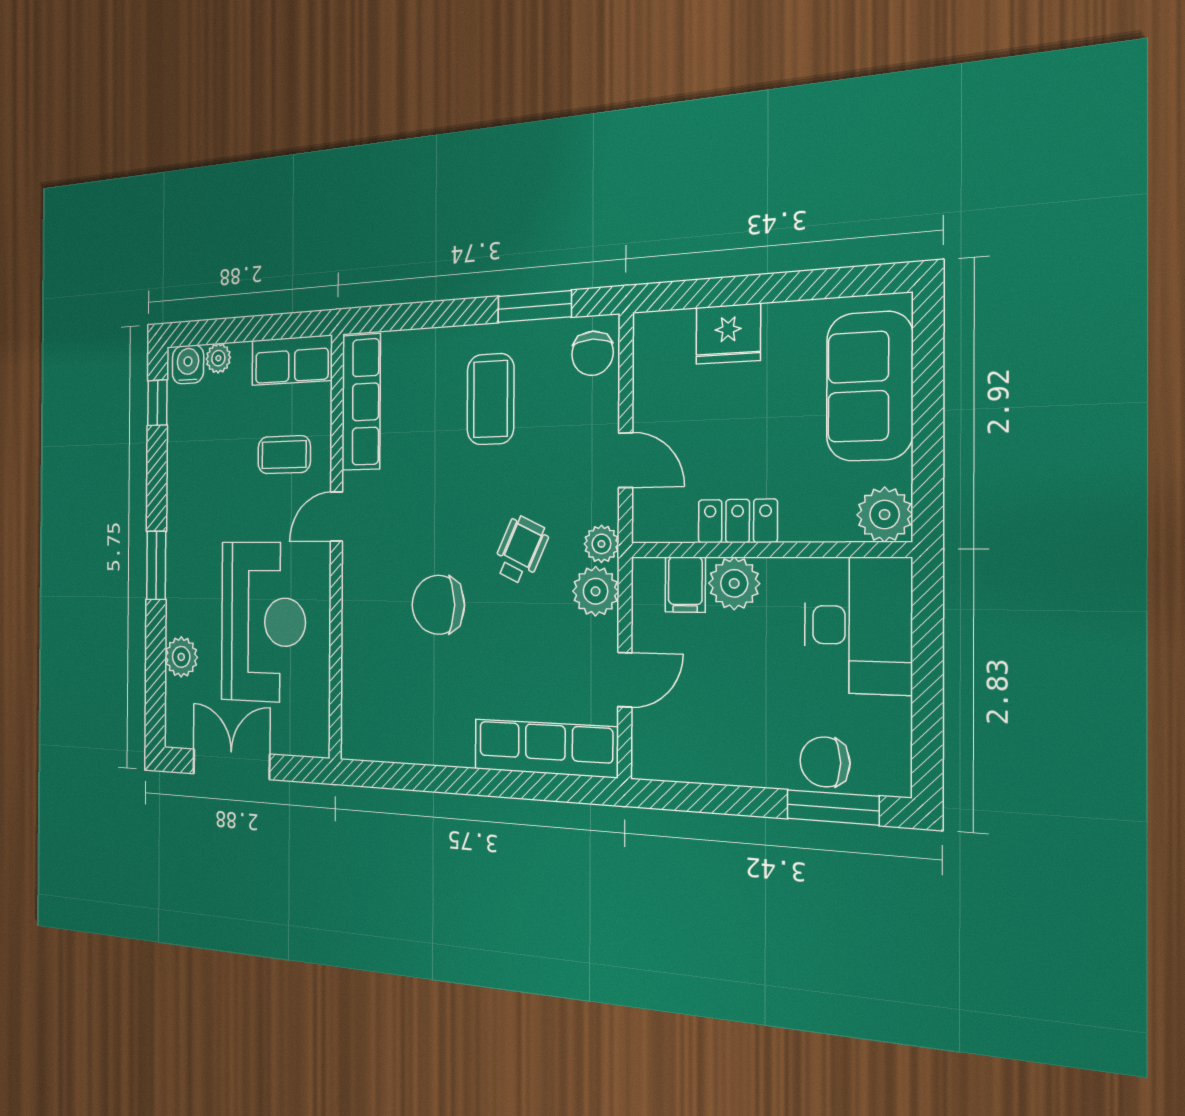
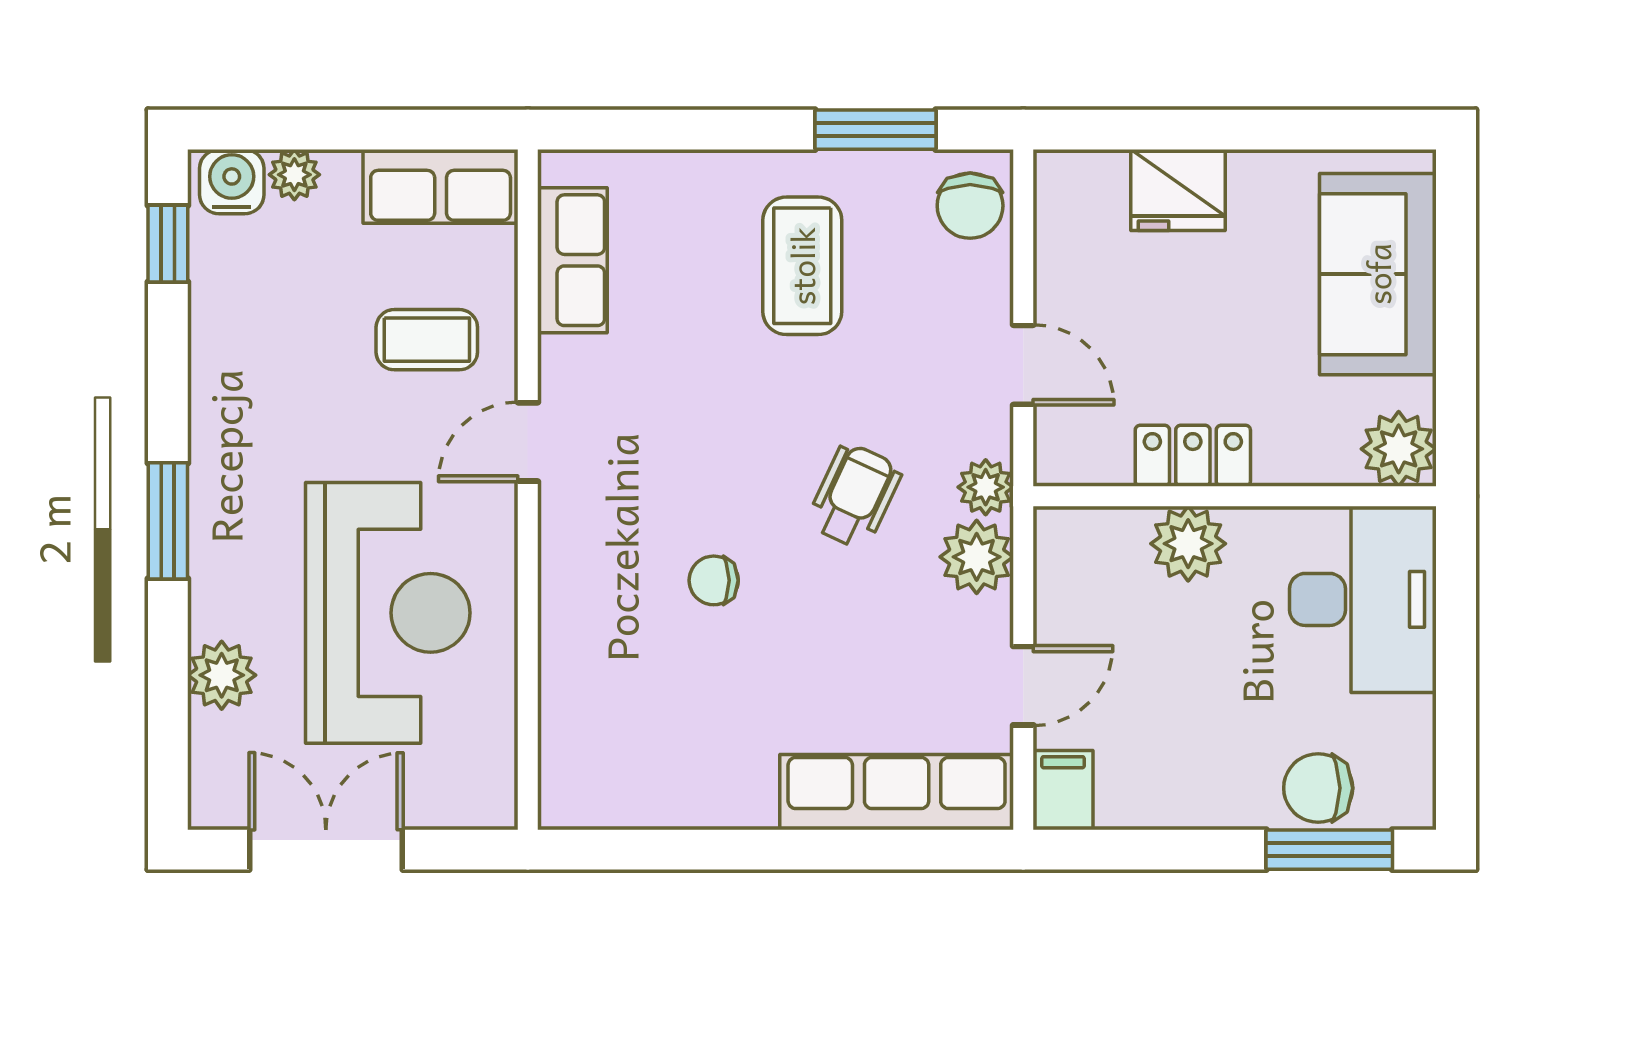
row of seats: (361, 402) -> (572, 260), width x0.68
filing cabinet: (685, 585) -> (1063, 790), moved, turned 180
chair: (438, 605) -> (714, 580), width x0.54, depth x0.54

